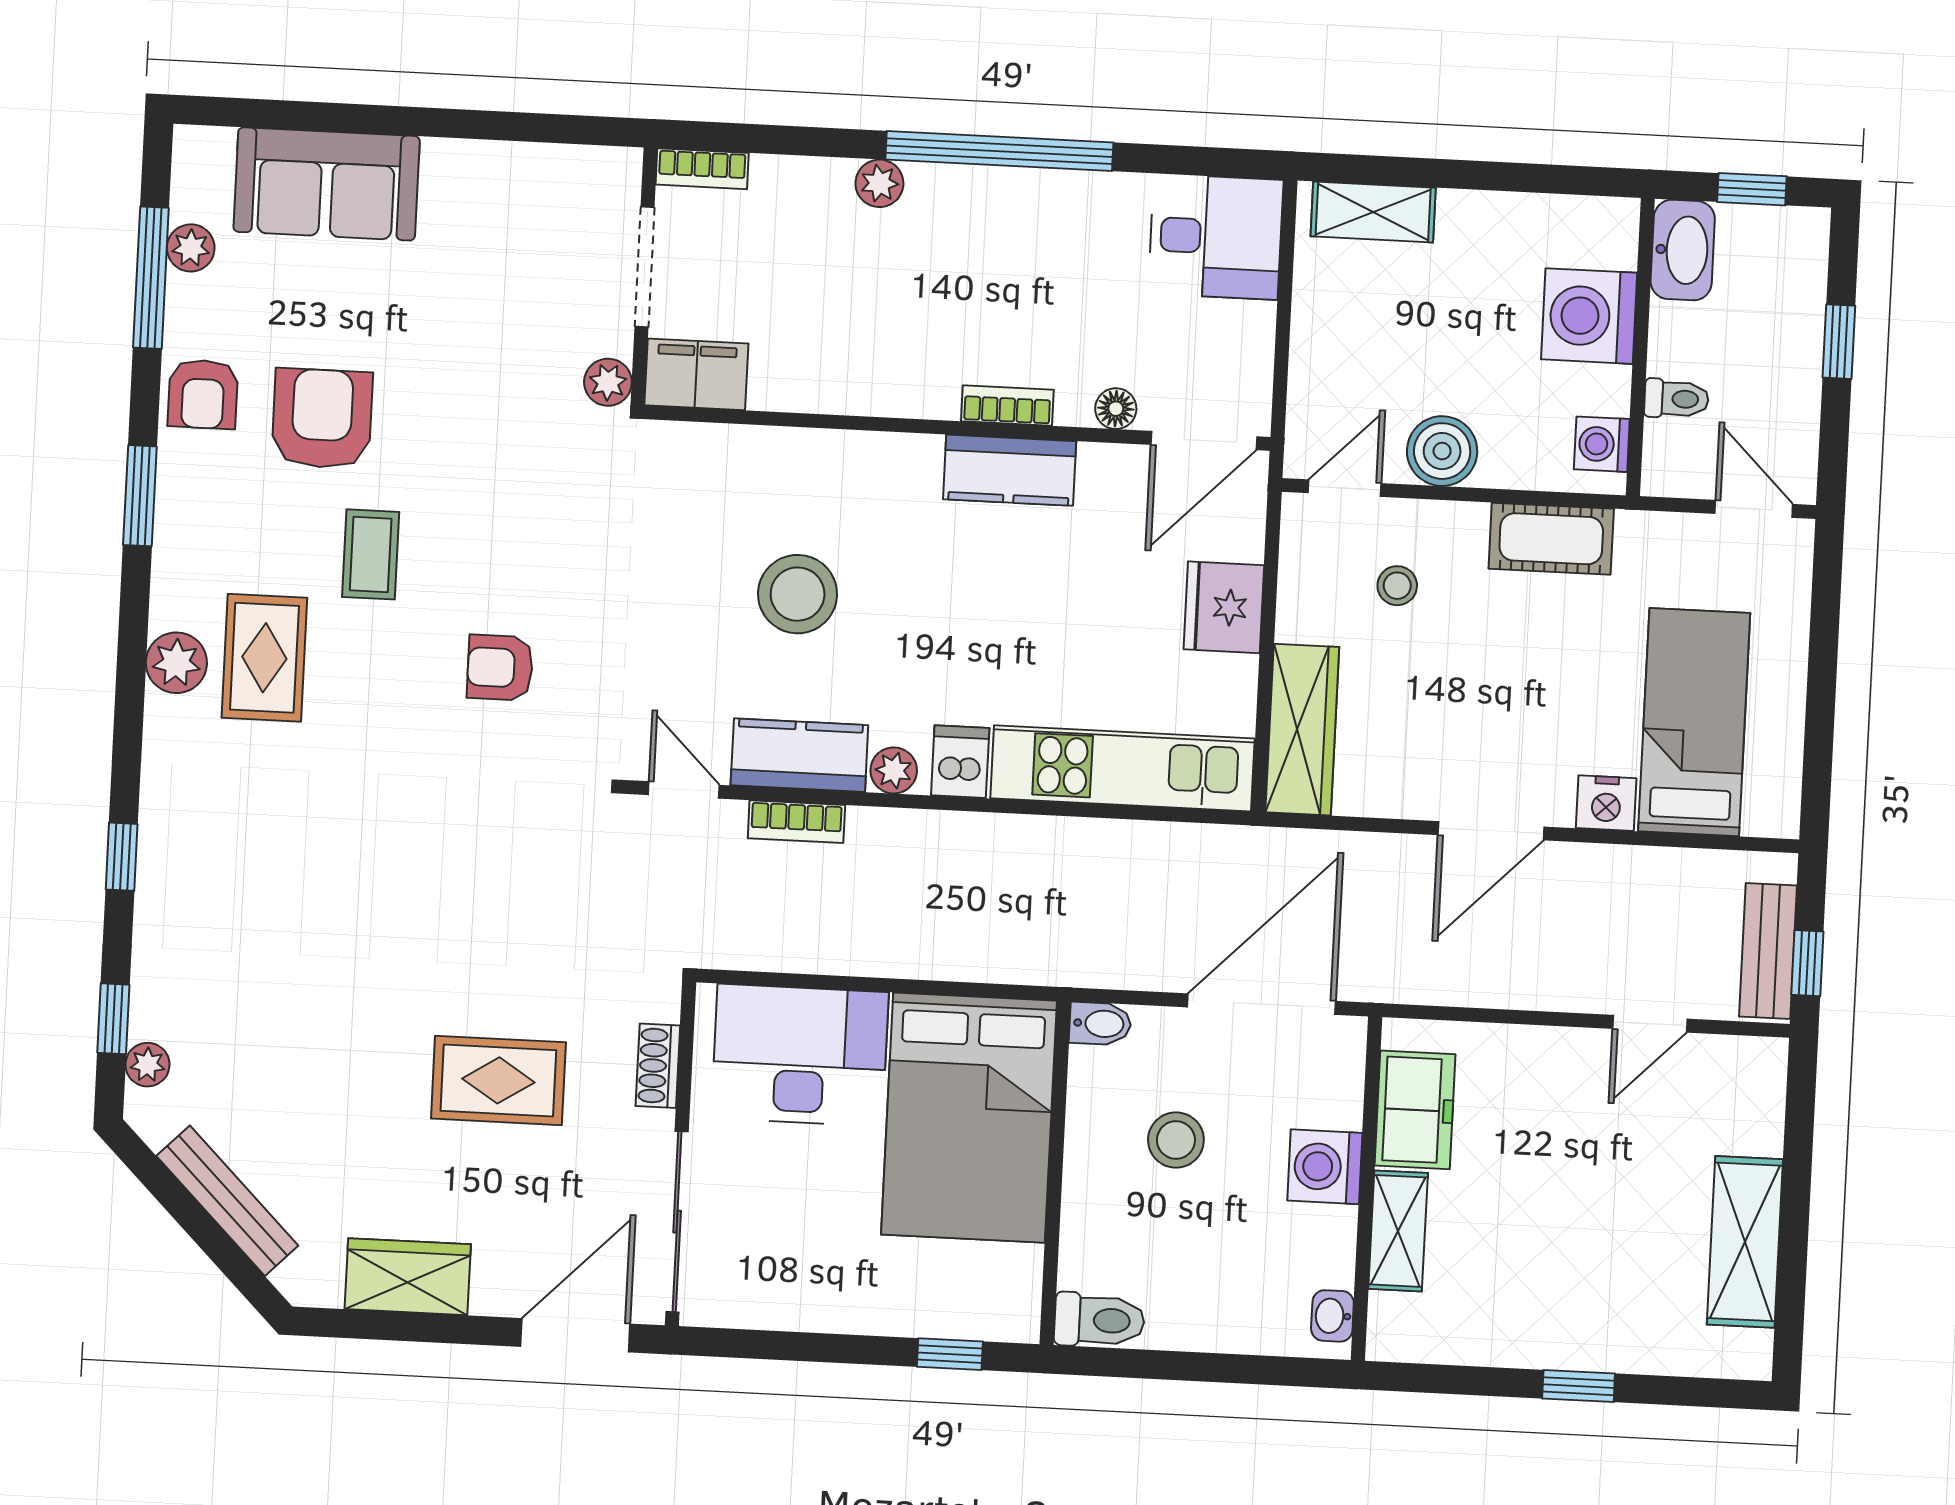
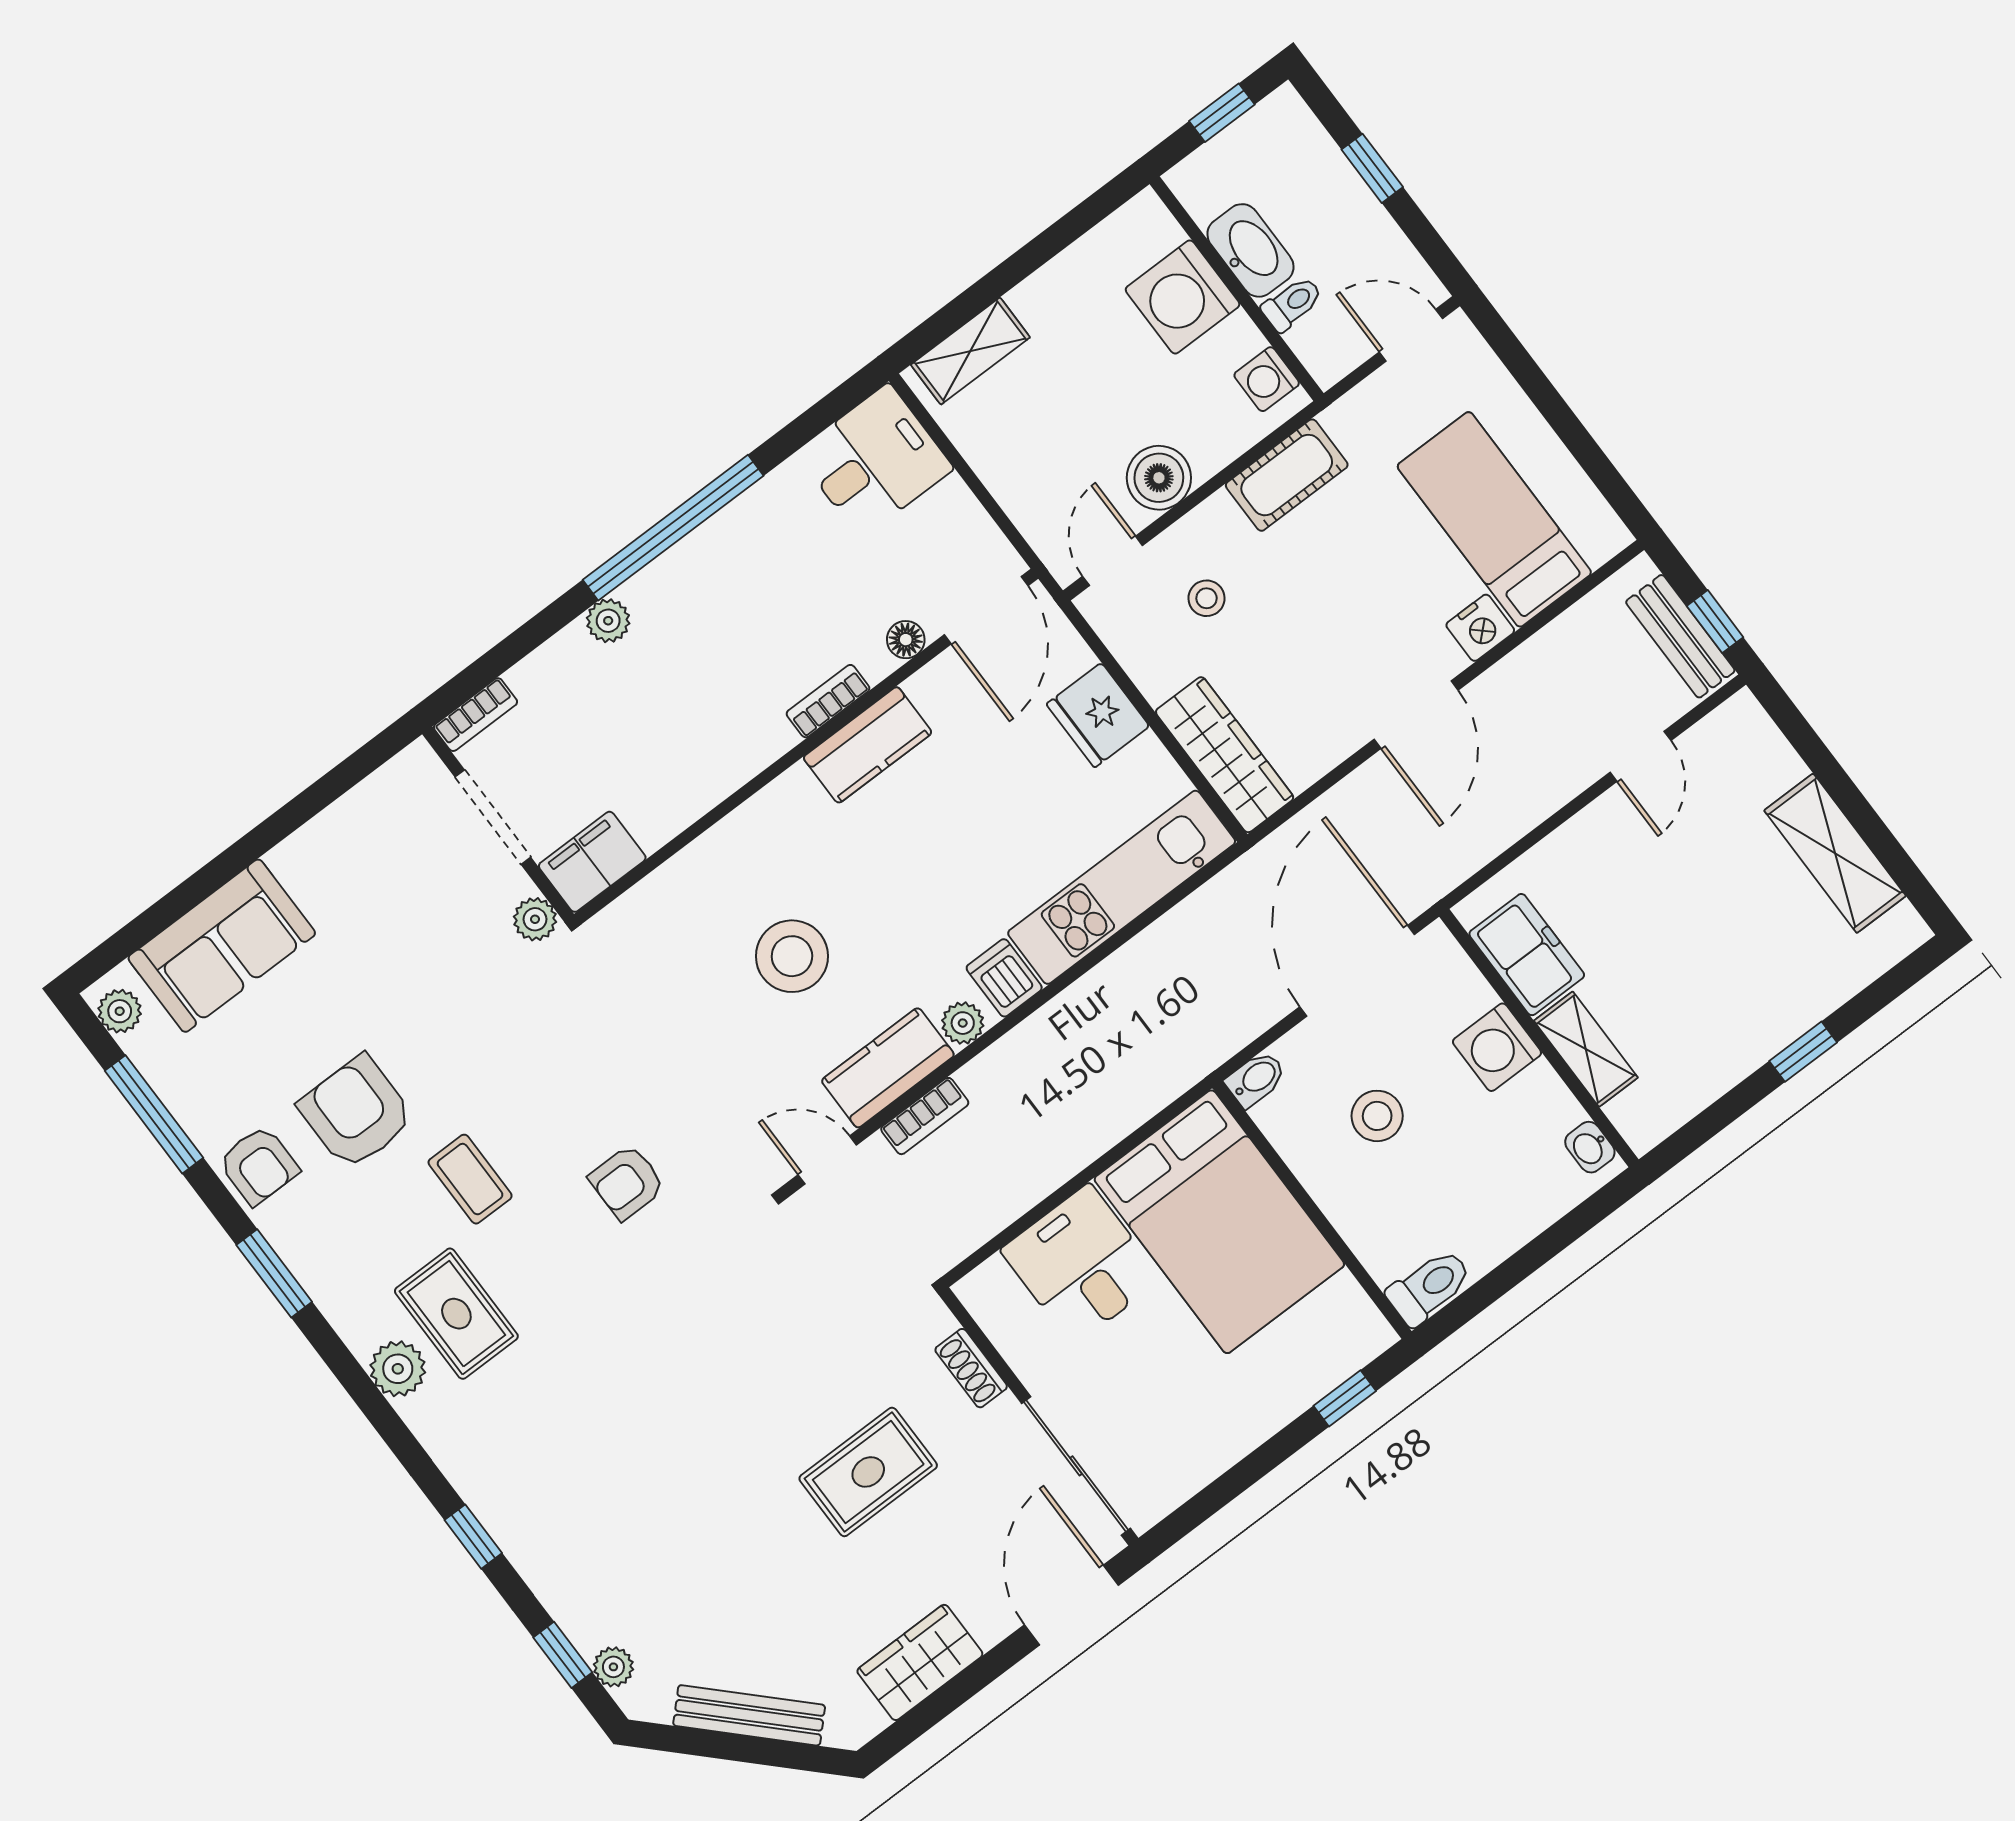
plant: (191, 248) -> (120, 1011), moved
washbasin: (1683, 250) -> (1250, 250), moved
desk: (800, 1055) -> (1081, 1264), width x0.73

